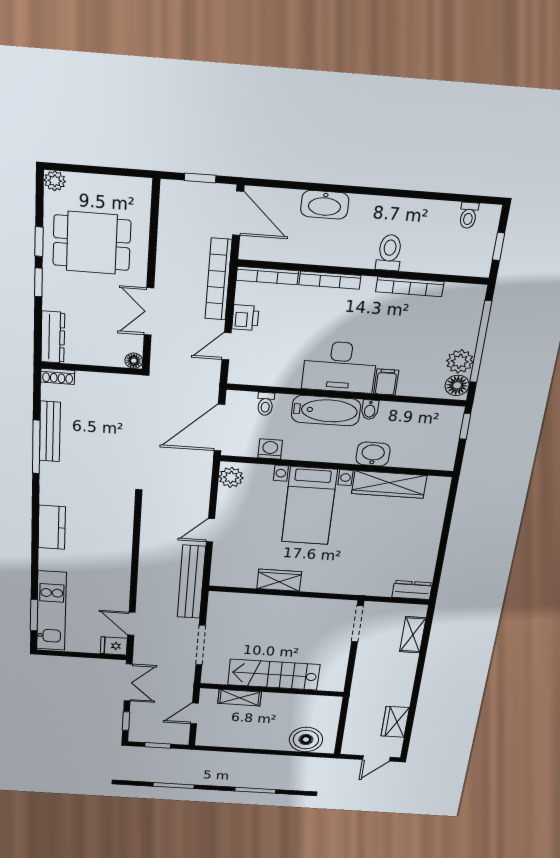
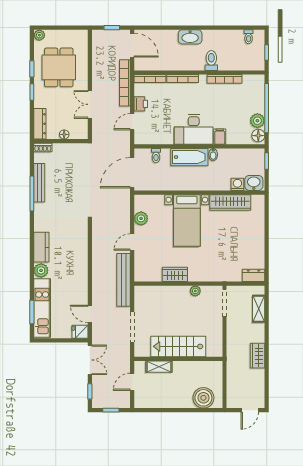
washbasin: (325, 205) -> (190, 37), moved
dining table: (92, 243) -> (59, 67), turned 90
floor lamp: (134, 361) -> (64, 134), moved
washing machine: (270, 449) -> (237, 184), moved
washbasin: (373, 454) -> (254, 183), moved
plant: (231, 477) -> (141, 218), moved
plant: (51, 560) -> (41, 270), added
plant: (311, 605) -> (195, 291), added
wardrobe: (395, 722) -> (257, 356), moved

